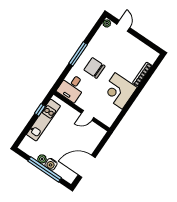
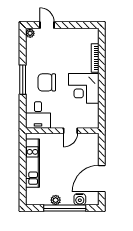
window: (40, 110) -> (23, 156), removed
water cooler: (51, 164) -> (80, 199), moved

